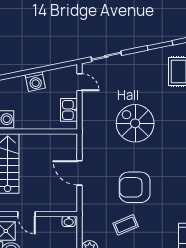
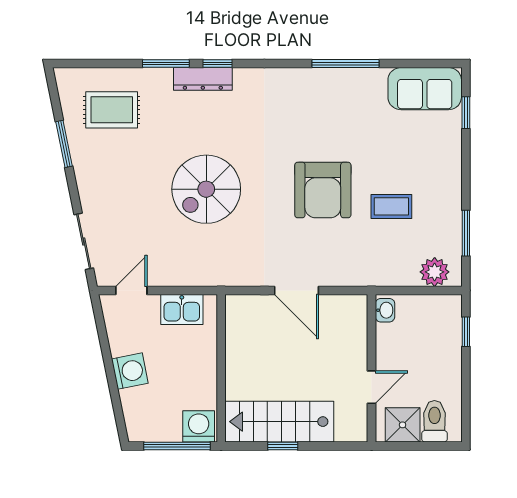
door: (80, 173) -> (296, 290), hinge flipped
coffee table: (126, 225) -> (391, 206), turned -67

